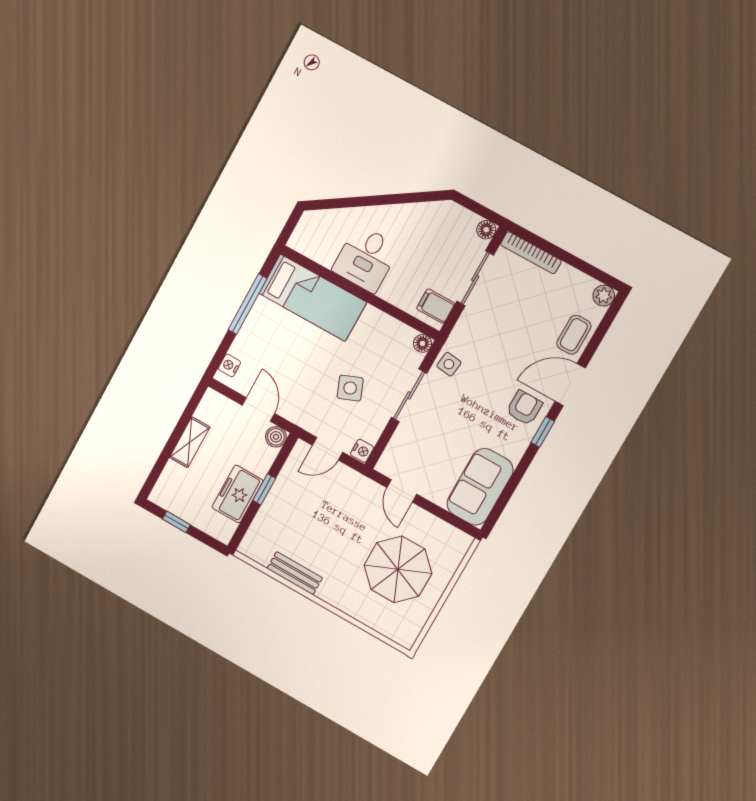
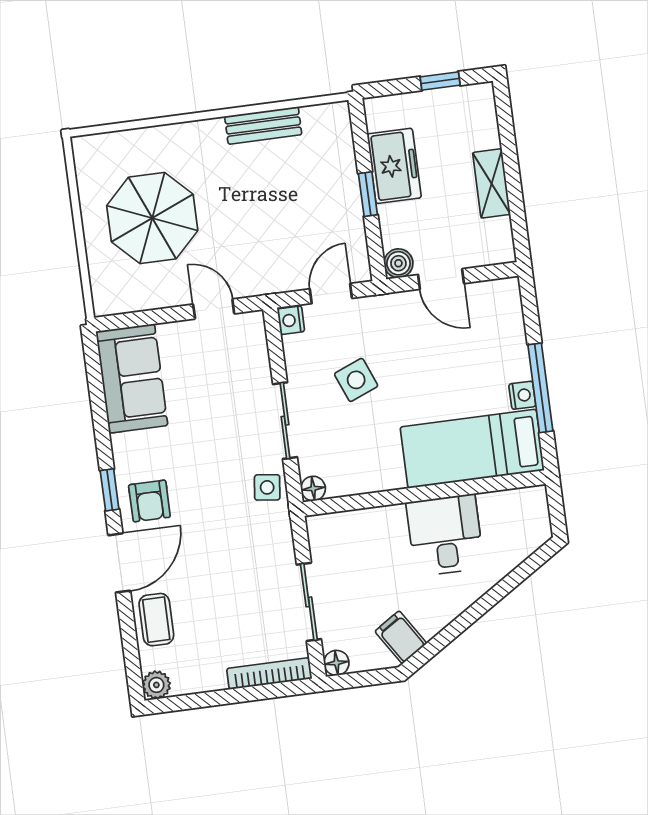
filing cabinet: (436, 306) -> (401, 637), moved, turned -123
nightstand: (229, 365) -> (522, 395), moved

